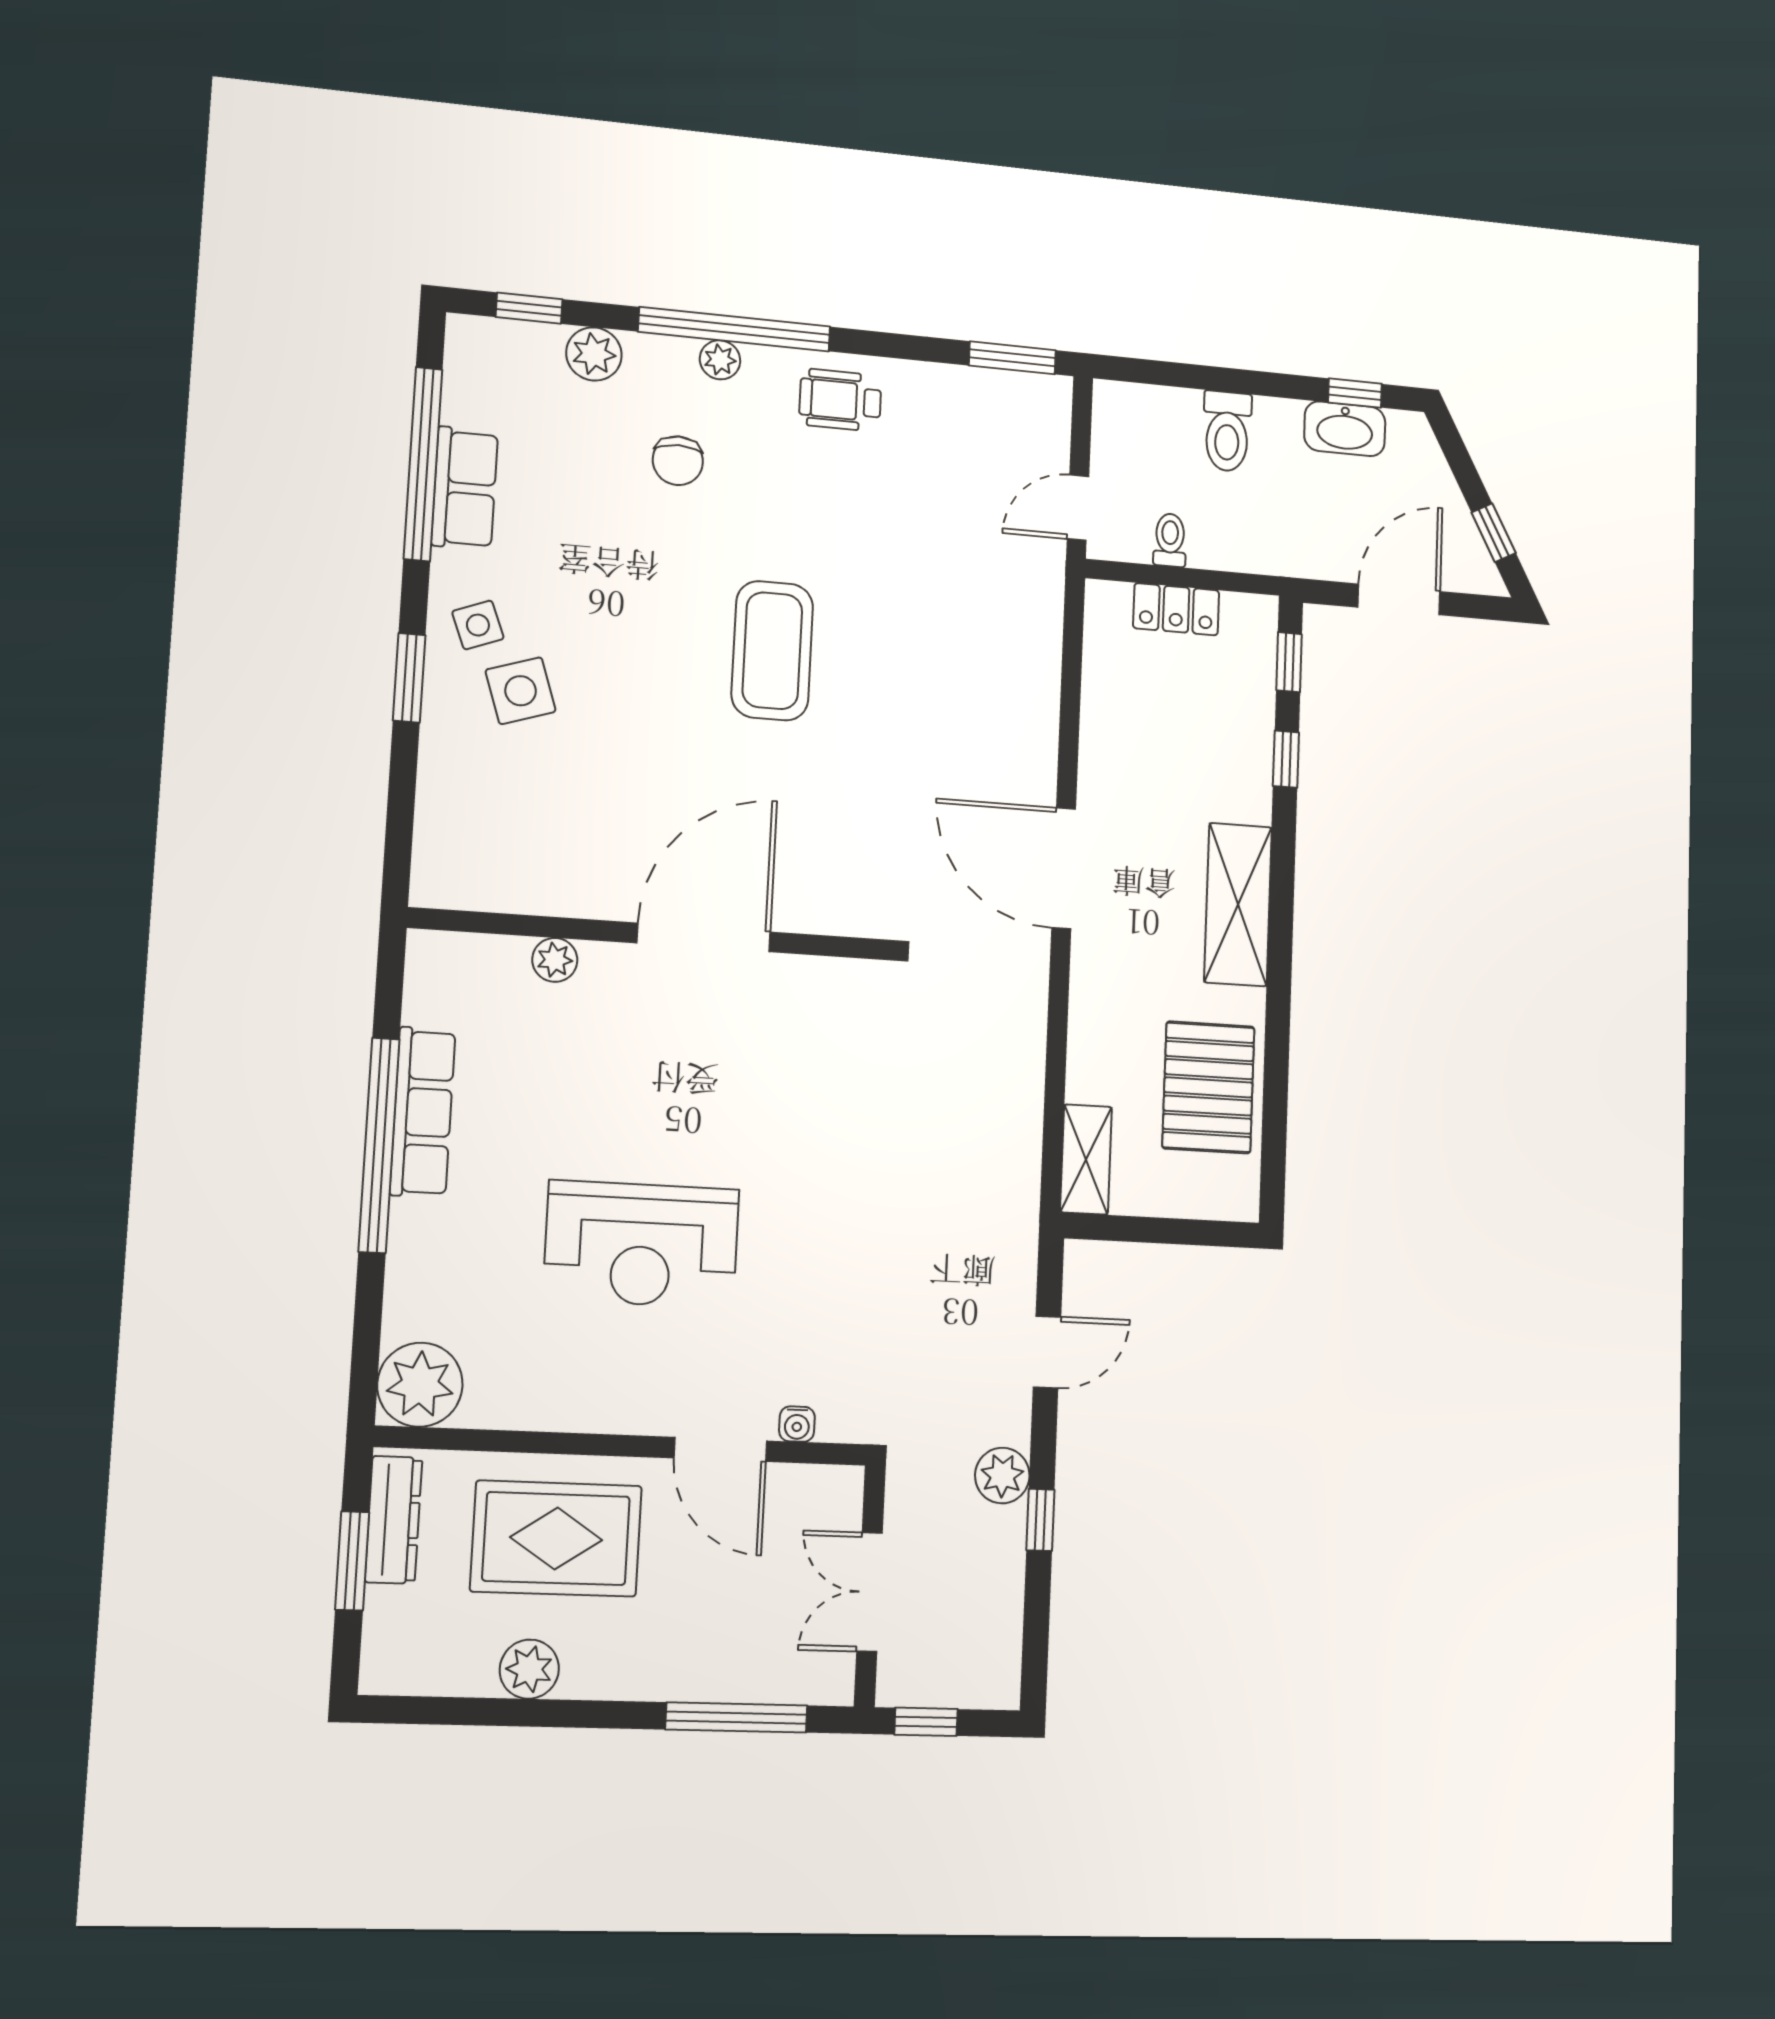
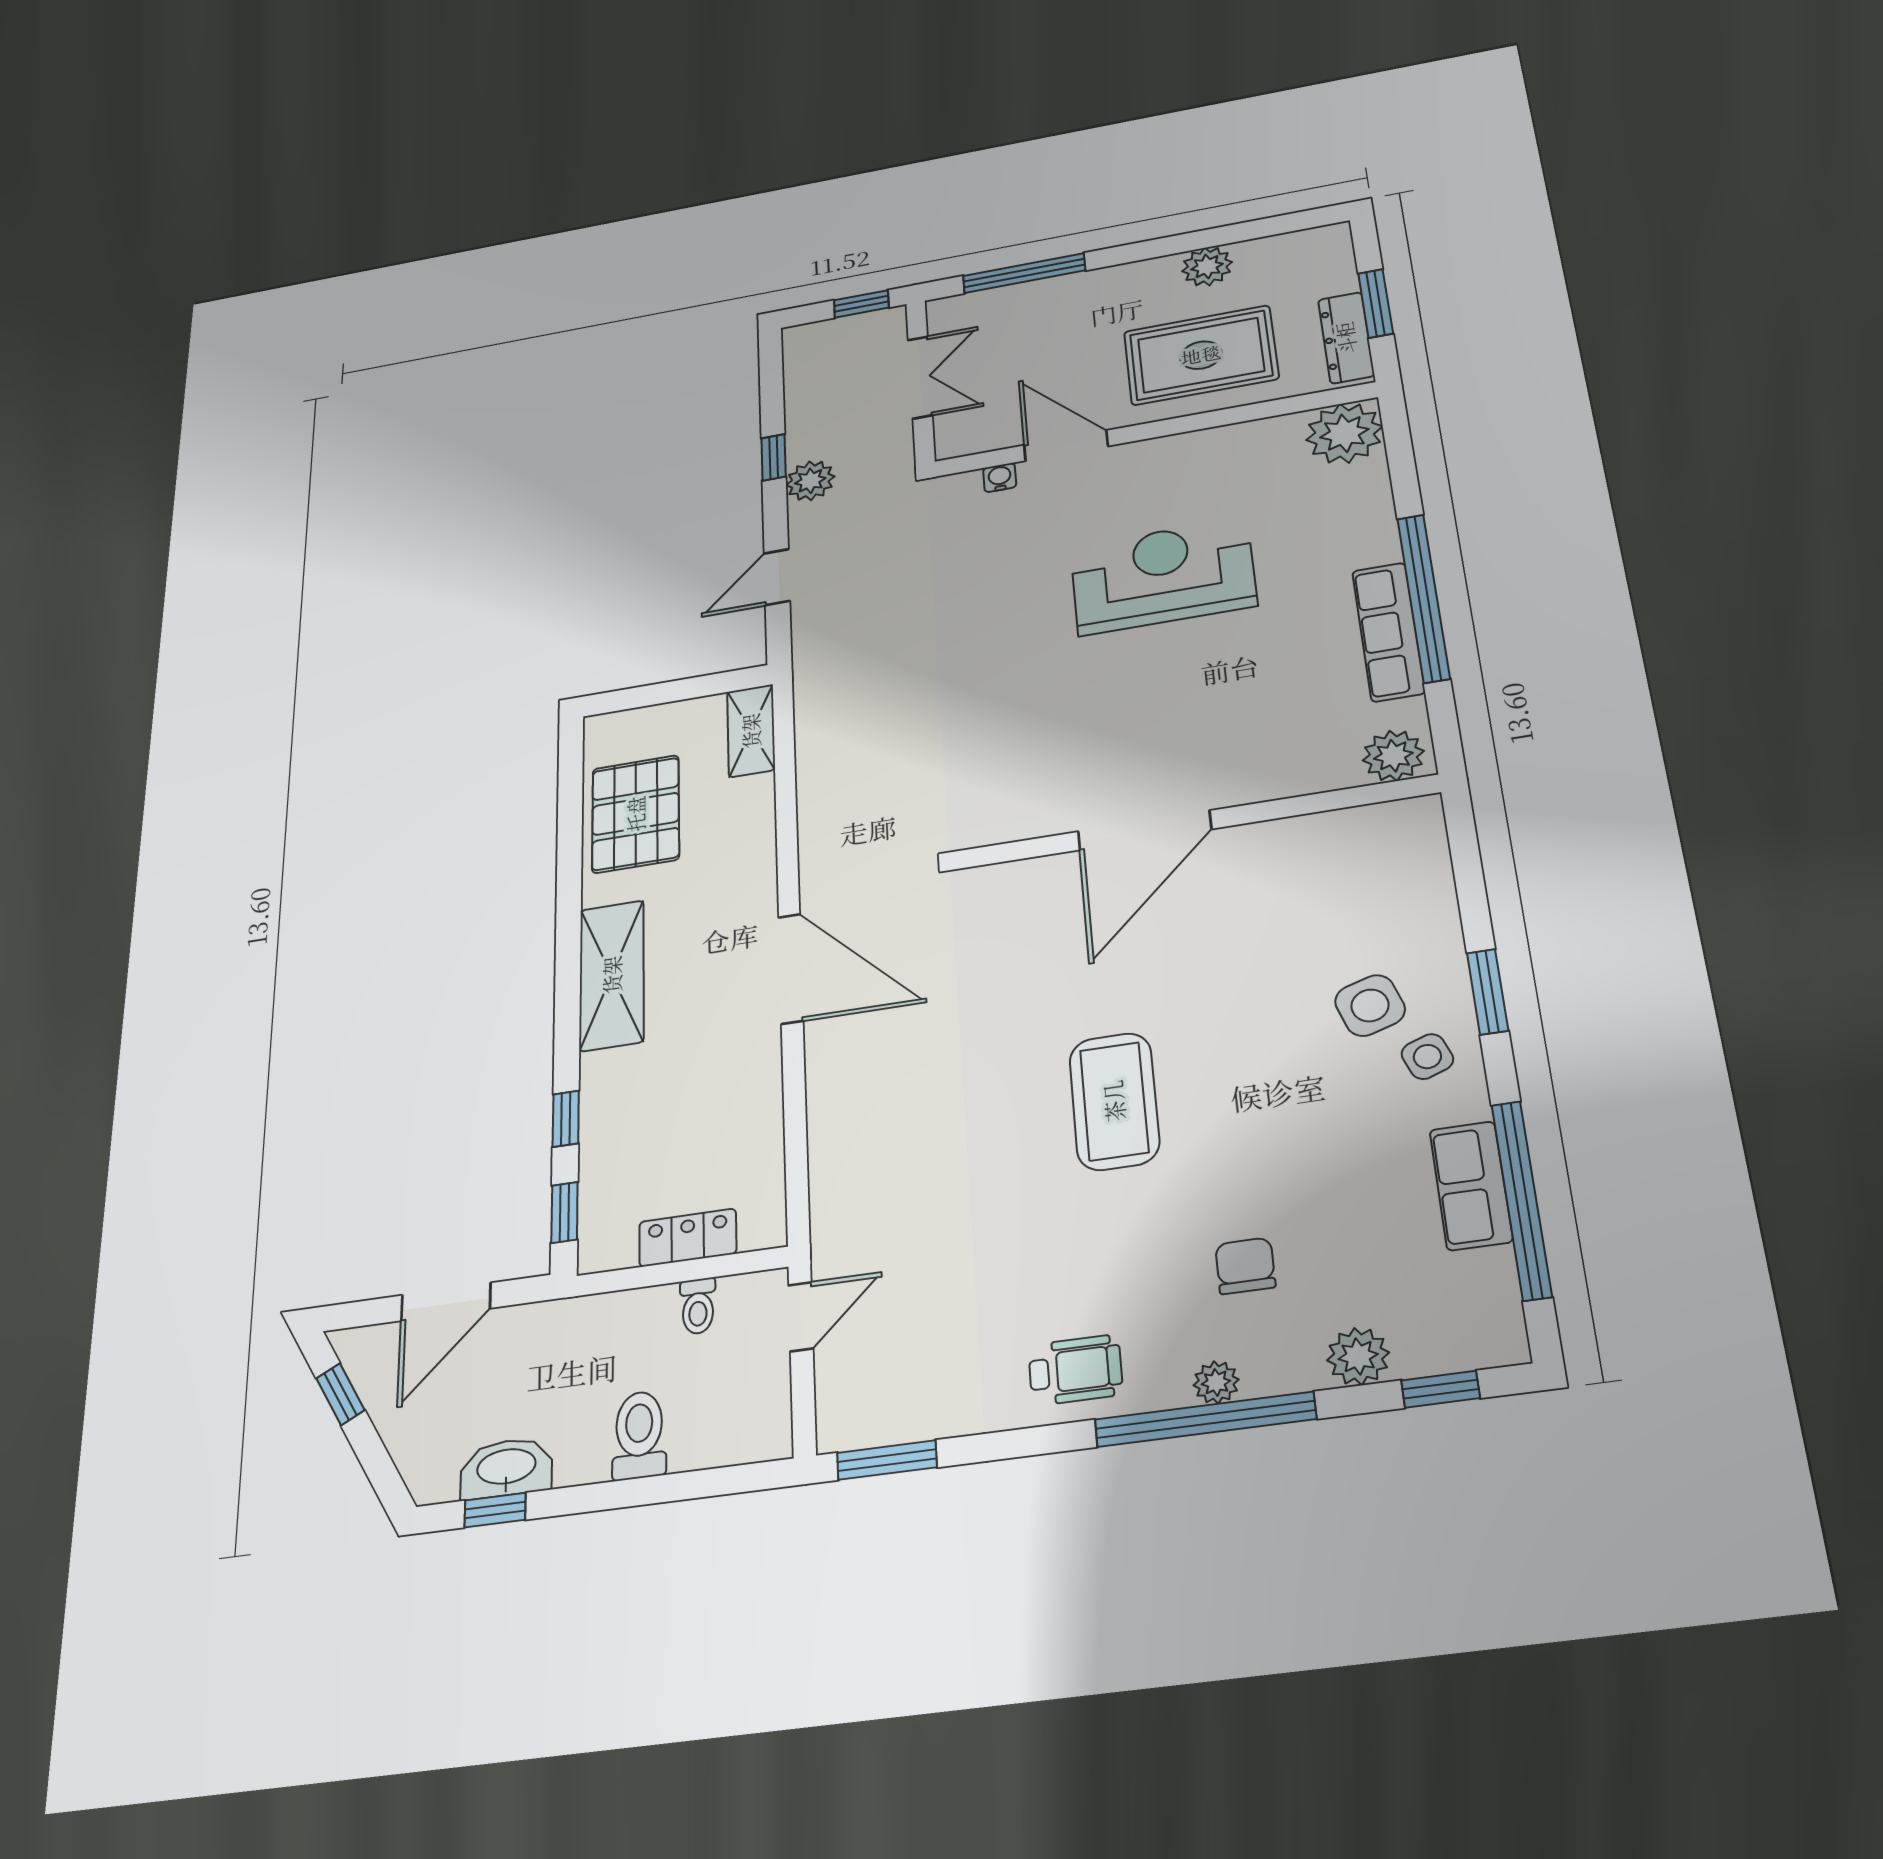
plant: (555, 960) -> (1393, 756), moved, width x1.38, depth x1.38

